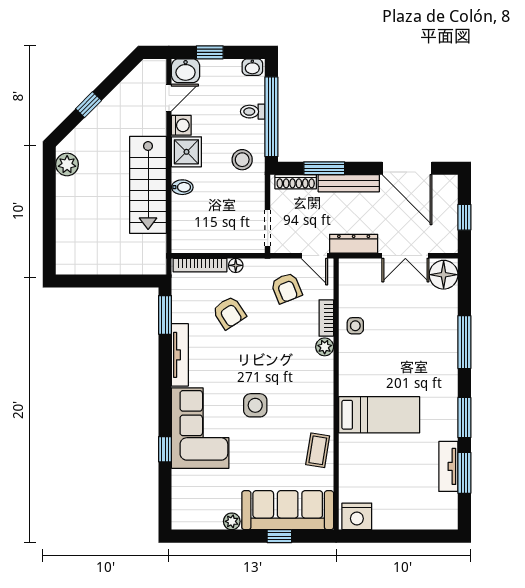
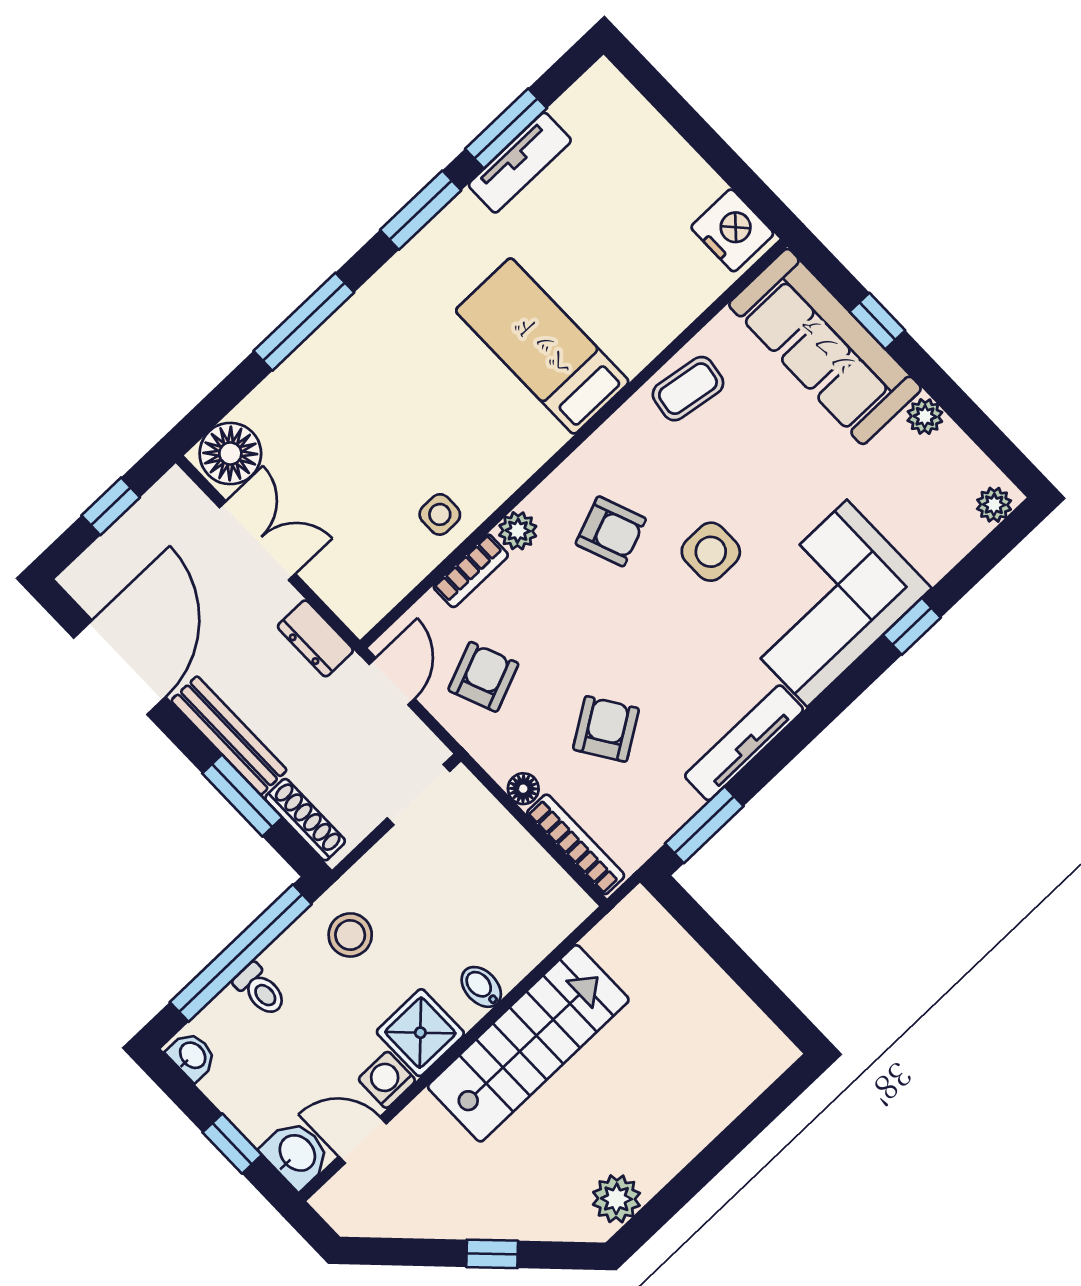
dresser: (354, 244) -> (315, 638), width x0.70
armchair: (294, 378) -> (611, 531), added
plant: (180, 516) -> (994, 505), added

